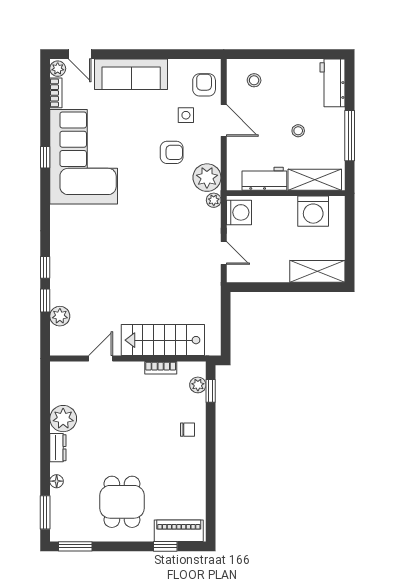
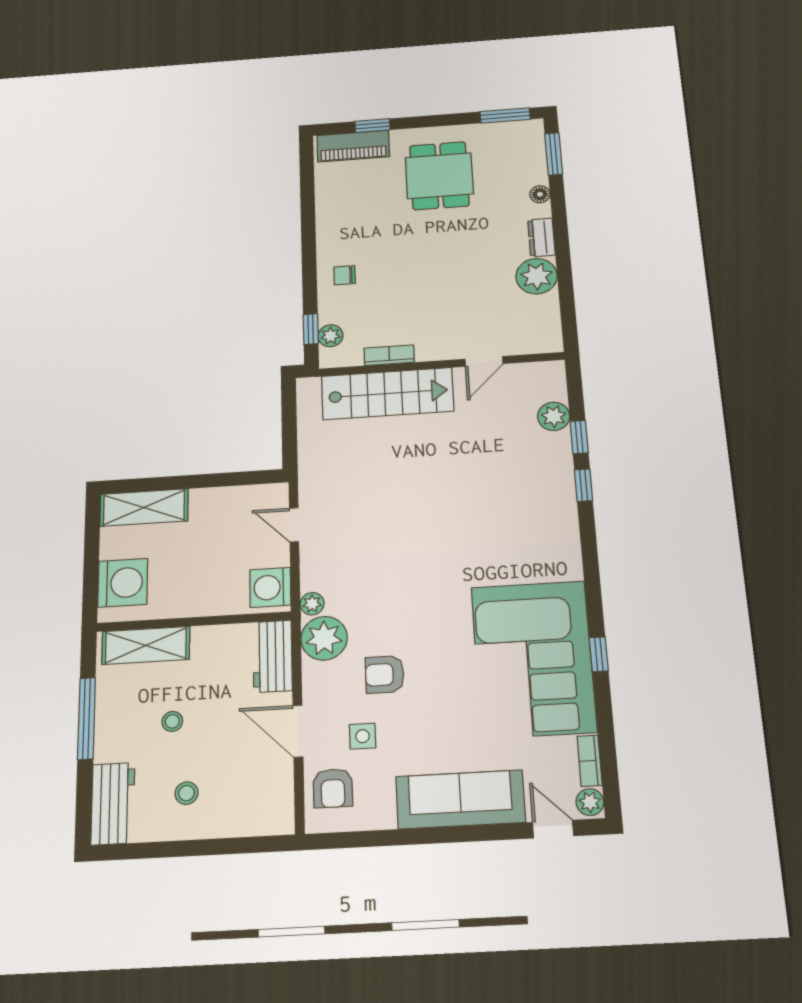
stool: (254, 80) -> (187, 793), moved
workbench: (264, 179) -> (273, 656), moved, turned 90
washing machine: (313, 211) -> (123, 583), moved, turned 90

